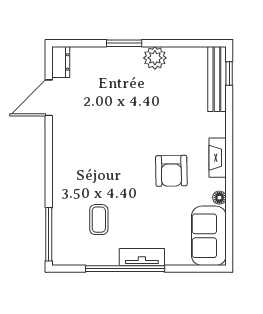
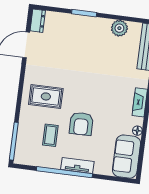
plant: (155, 58) -> (119, 28), moved
rug: (86, 166) -> (46, 96), added
armchair: (171, 171) -> (81, 124), moved

